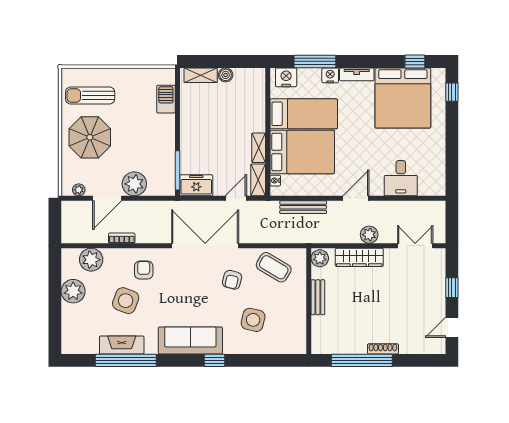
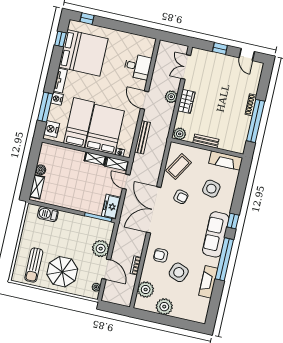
wardrobe: (359, 257) -> (186, 101), width x0.67
fireplace: (297, 331) -> (226, 161), added
window: (126, 360) -> (224, 259), moved

